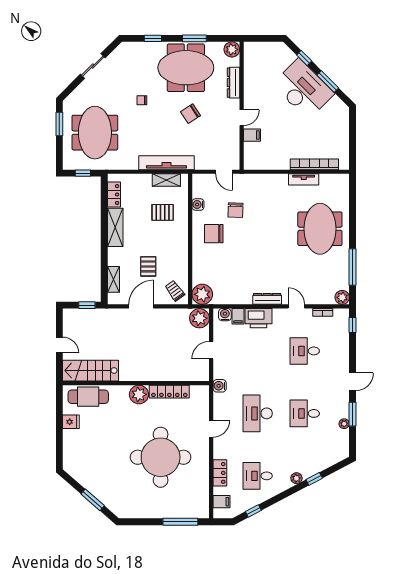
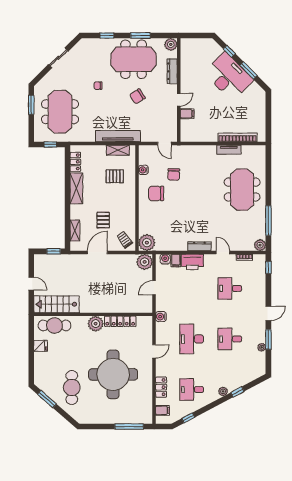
cafe table: (109, 473) -> (72, 387), added
window: (93, 500) -> (47, 399), moved

